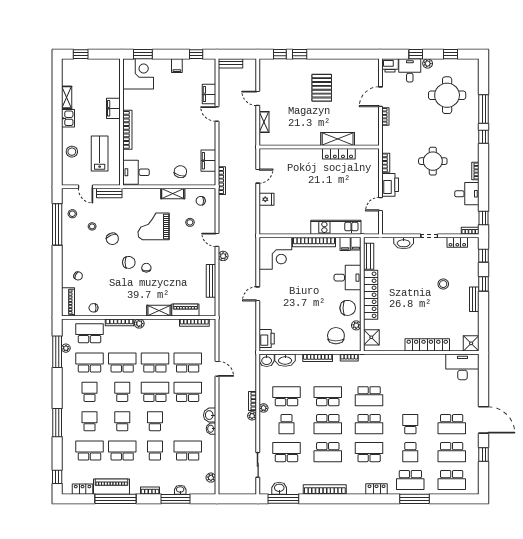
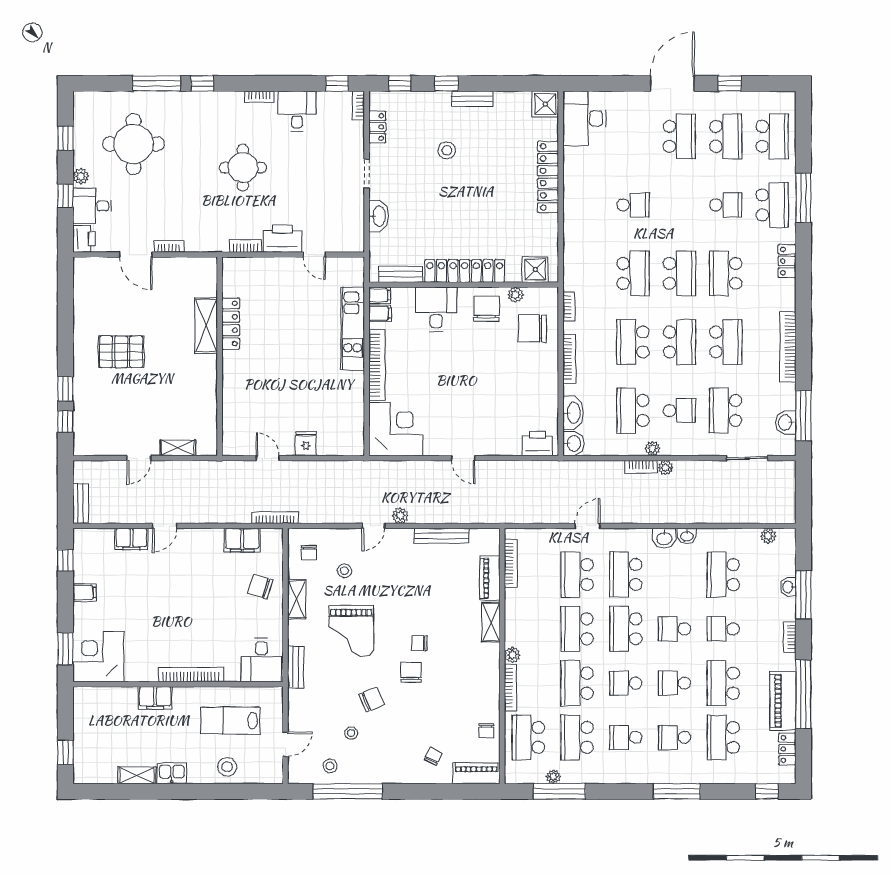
bench: (109, 193) -> (296, 667), moved
school desk: (410, 424) -> (633, 205), moved, turned 180

